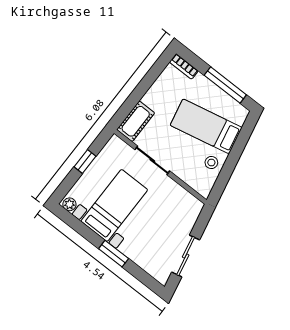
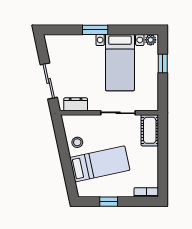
window: (225, 85) -> (109, 202), width x0.46
window: (85, 161) -> (163, 63), moved
dresser: (186, 199) -> (76, 104), added
sliding door: (186, 256) -> (49, 81), moved

